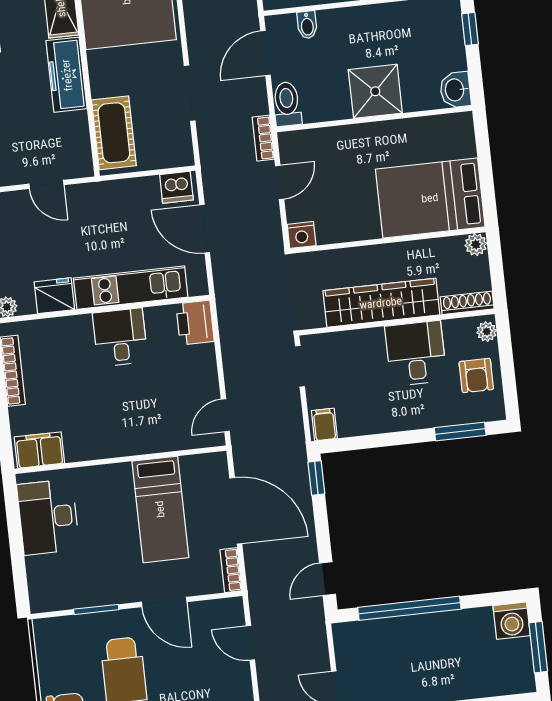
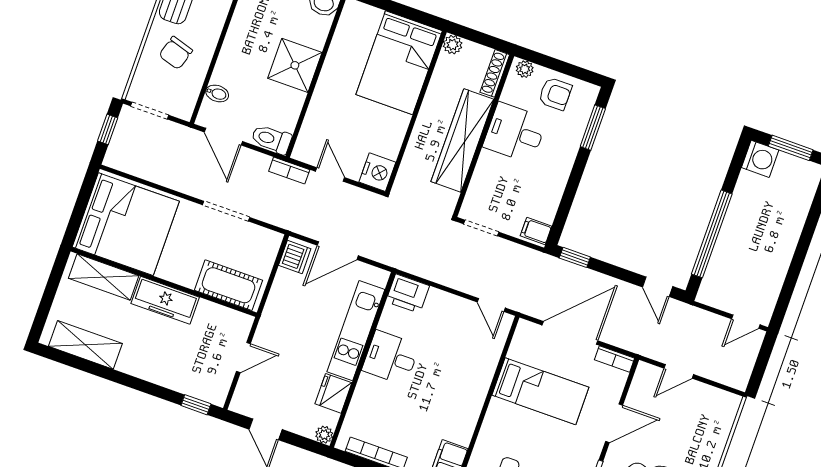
nightstand: (302, 235) -> (377, 172), width x1.36, depth x1.33

